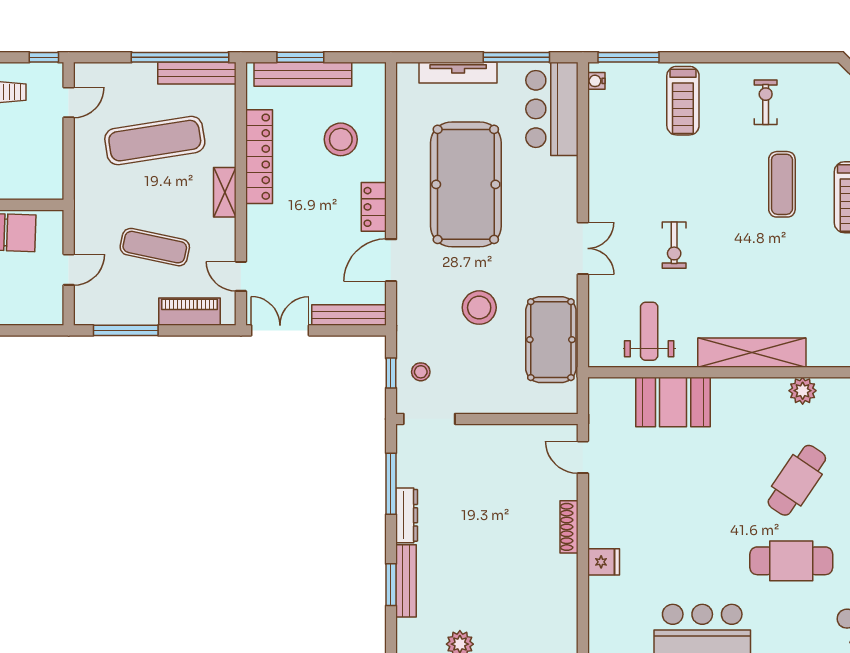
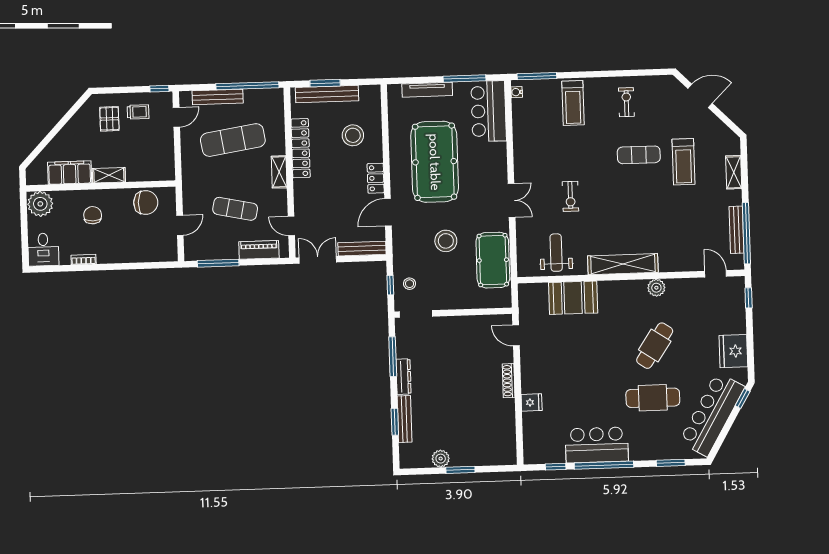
bench: (197, 73) -> (218, 97), moved
exercise mat: (782, 184) -> (639, 155), turned 90

